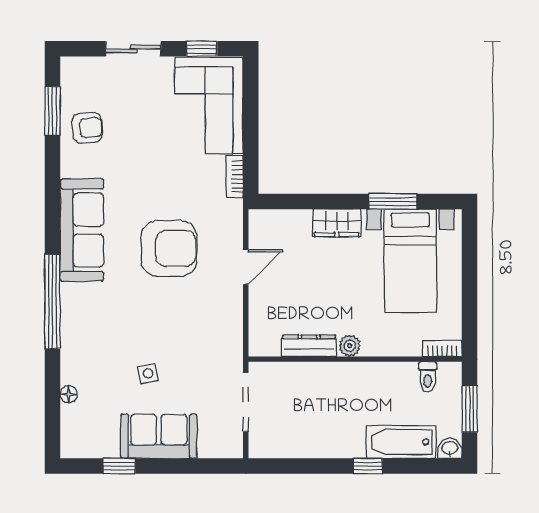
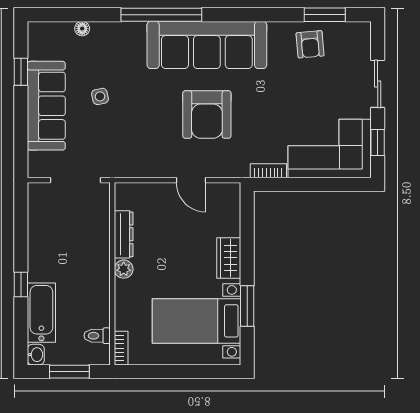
sofa: (82, 230) -> (207, 45), width x1.36, depth x1.27
sofa: (159, 436) -> (46, 106), width x1.36

